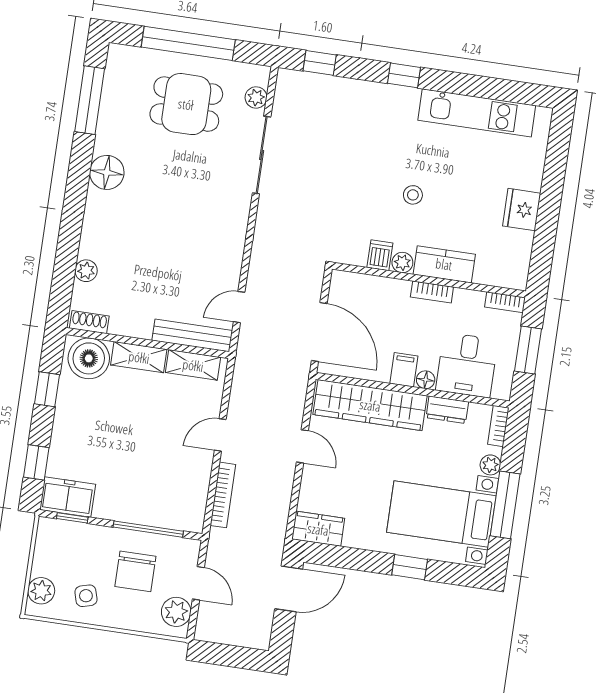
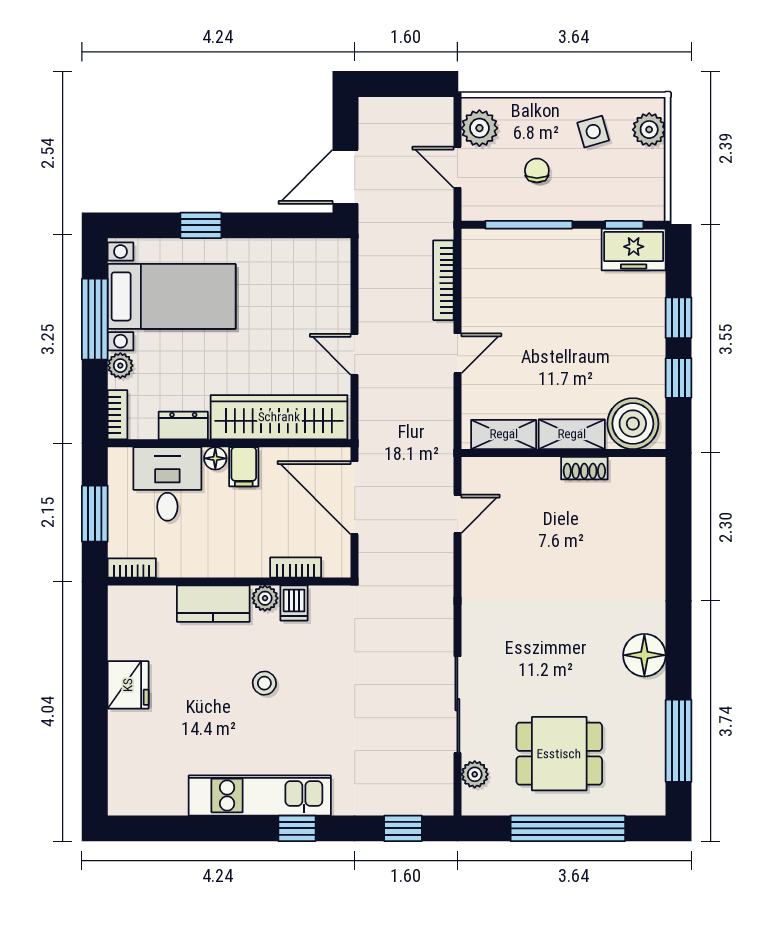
kitchen unit: (477, 113) -> (260, 795), moved
plant: (86, 271) -> (652, 531), removed
bookcase: (432, 292) -> (296, 567), moved
shoe rack: (89, 322) -> (584, 468), moved
bench: (192, 336) -> (510, 470), removed
window: (36, 462) -> (679, 318), moved
wardrobe: (318, 529) -> (320, 256), removed
chair: (135, 571) -> (537, 171), width x0.54, depth x0.54

